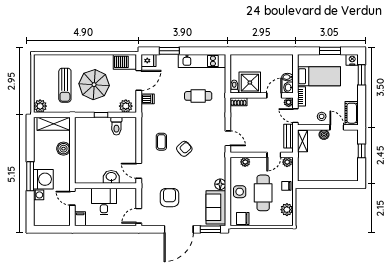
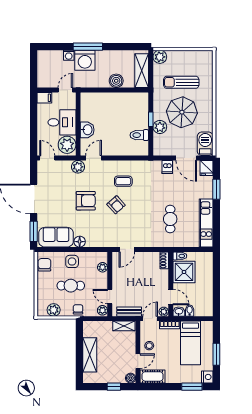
plant: (126, 106) -> (160, 127), moved
boiler: (324, 135) -> (131, 378), moved
shelving: (331, 174) -> (90, 355), added
plant: (147, 186) -> (78, 167), added
cafe table: (263, 193) -> (71, 286), width x0.73, depth x0.74
plant: (126, 197) -> (67, 145), added
armchair: (170, 198) -> (86, 201), moved

